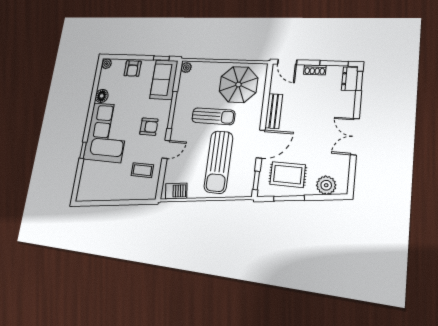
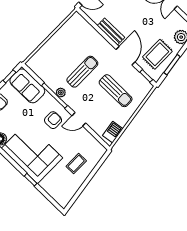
plant: (186, 67) -> (61, 93), moved
parasol: (238, 85) -> (74, 40), removed
door: (166, 149) -> (79, 119), swing flipped
sun lounger: (218, 162) -> (116, 91), width x0.73, depth x0.75
coffee table: (142, 170) -> (76, 164), moved

